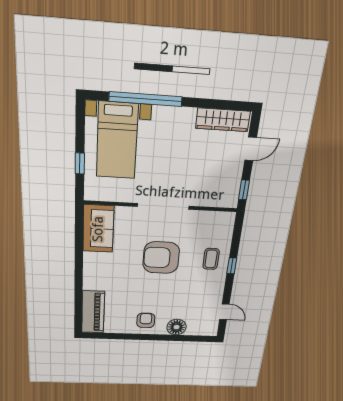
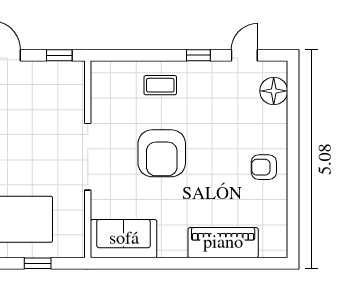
window: (232, 266) -> (198, 55), moved
piano: (93, 312) -> (223, 243), moved
floor lamp: (177, 327) -> (274, 91), moved

